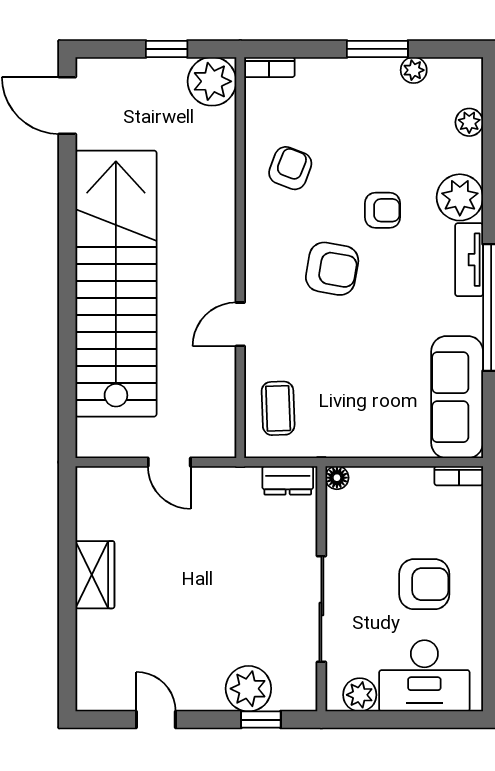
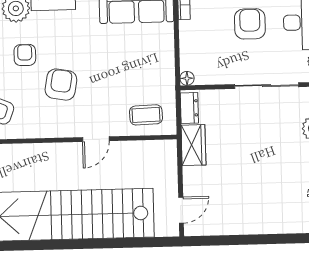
door: (240, 324) -> (96, 139), hinge flipped
door: (169, 462) -> (181, 210), moved
wardrobe: (95, 575) -> (193, 145), moved, turned 90

